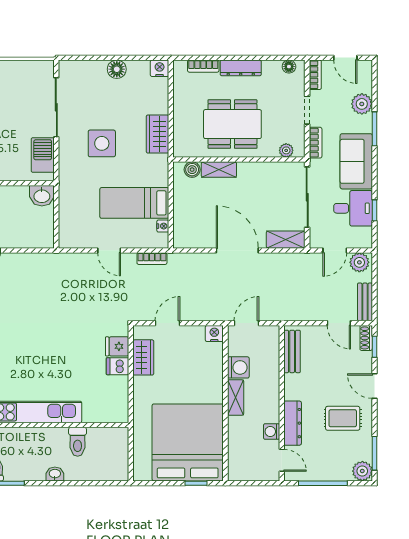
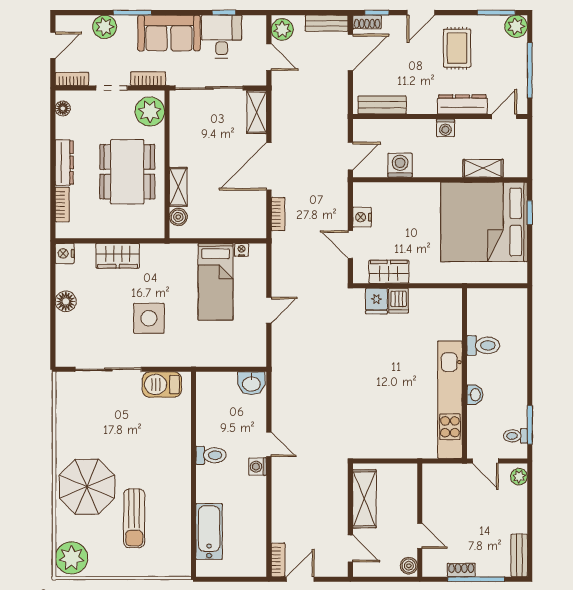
wardrobe: (157, 134) -> (118, 256), moved
plant: (286, 150) -> (150, 112), width x1.88, depth x1.88
washbasin: (42, 196) -> (251, 383), moved, turned 90
bookcase: (152, 259) -> (278, 214), moved
door: (246, 323) -> (350, 156), swing flipped
door: (339, 323) -> (350, 52), width x1.38
nightstand: (214, 334) -> (362, 217), moved
shelving: (236, 397) -> (483, 168), moved
washing machine: (272, 431) -> (445, 128), moved
washbasin: (55, 474) -> (475, 395), moved, turned 180

